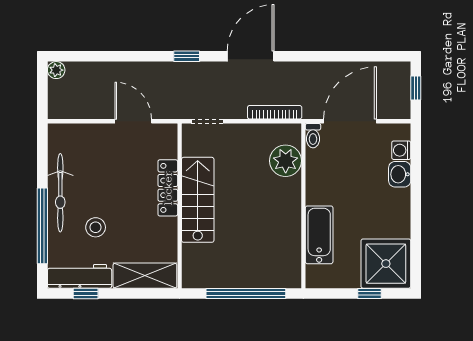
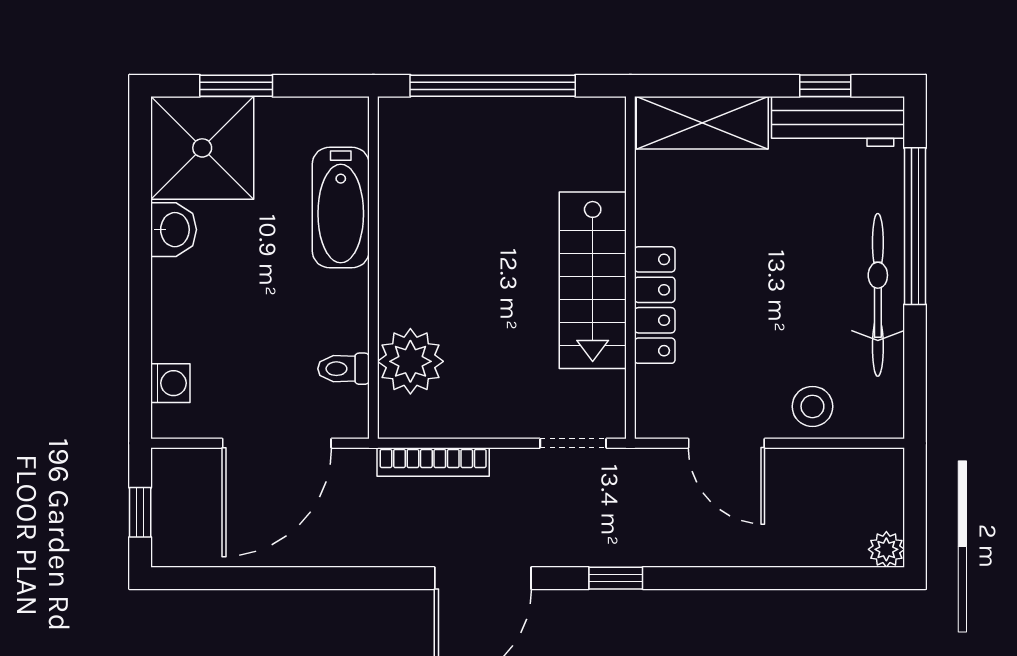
toilet: (313, 136) -> (344, 369), moved, turned -90
washbasin: (400, 174) -> (174, 230), moved
stool: (96, 227) -> (812, 406), moved
window: (370, 294) -> (236, 86), width x1.50

